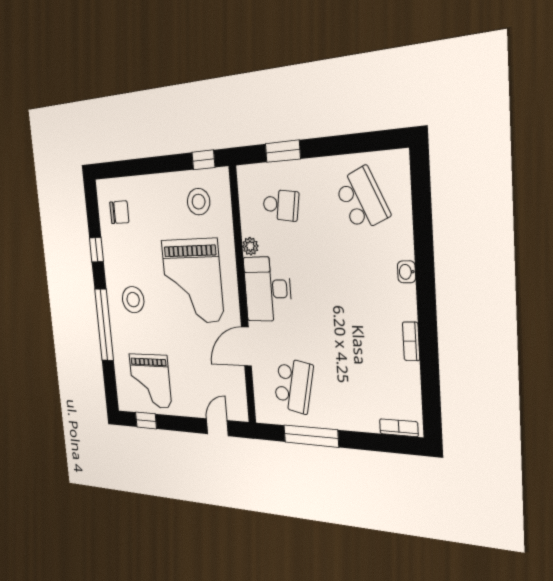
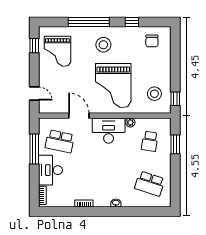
school desk: (362, 199) -> (150, 184), turned 42
grand piano: (192, 281) -> (113, 86), turned -90
grand piano: (150, 381) -> (57, 51), turned -90
desk: (348, 407) -> (50, 170), added

